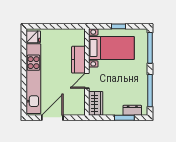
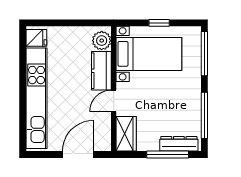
plant: (79, 39) -> (102, 41), added
dresser: (132, 110) -> (179, 144), width x1.44
door: (52, 118) -> (78, 155), moved
window: (124, 118) -> (168, 155), width x1.44

